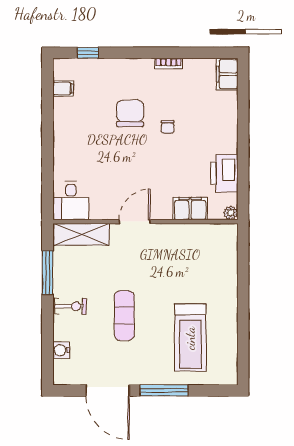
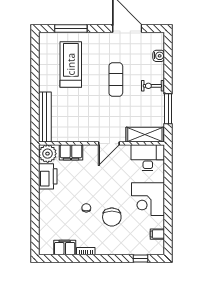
filing cabinet: (227, 74) -> (65, 247), moved, turned -90
corner desk: (77, 140) -> (148, 199), added
desk: (71, 201) -> (148, 158), width x1.37
plant: (231, 213) -> (48, 154), width x1.87, depth x1.87
bench: (229, 260) -> (45, 117), added
window: (164, 390) -> (71, 28), moved

